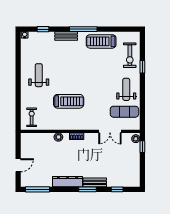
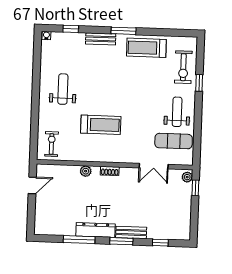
window: (83, 29) -> (123, 31), width x0.69
door: (18, 165) -> (32, 185), moved
window: (37, 189) -> (79, 240), moved

